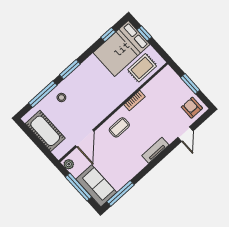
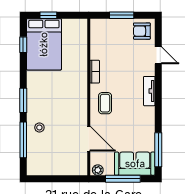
rug: (142, 68) -> (74, 42), removed
cot: (45, 131) -> (54, 165), removed

